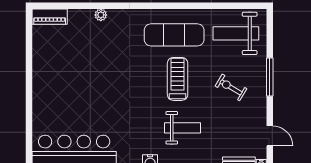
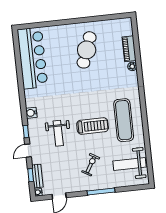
piano: (50, 17) -> (129, 49), moved
weight bench: (236, 33) -> (129, 164), turned -90
cafe table: (71, 76) -> (87, 50), added

